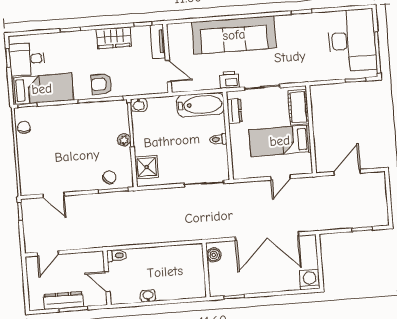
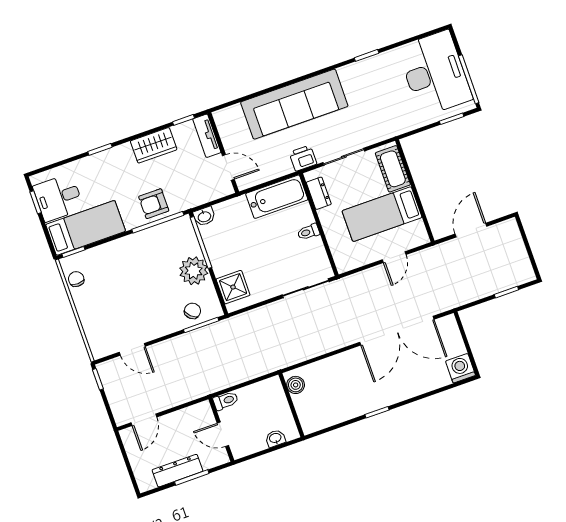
plant: (124, 140) -> (194, 271), width x1.88, depth x1.88
boiler: (214, 255) -> (296, 385), moved
wall: (206, 270) -> (291, 405), moved

